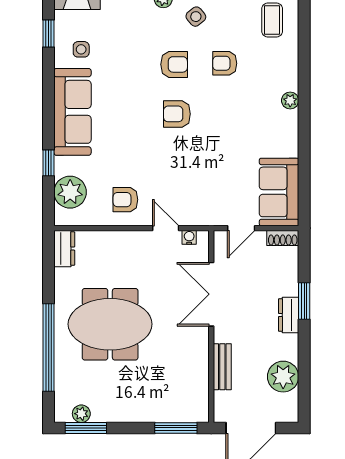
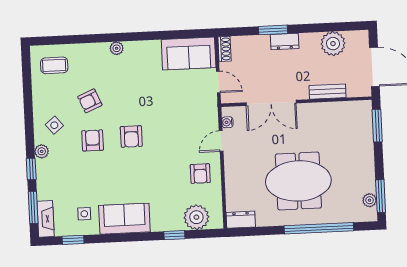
armchair: (225, 63) -> (90, 101), turned 67
sofa: (72, 112) -> (124, 219), width x0.73
meeting table: (110, 324) -> (298, 181), turned 90

